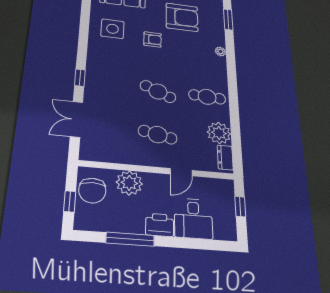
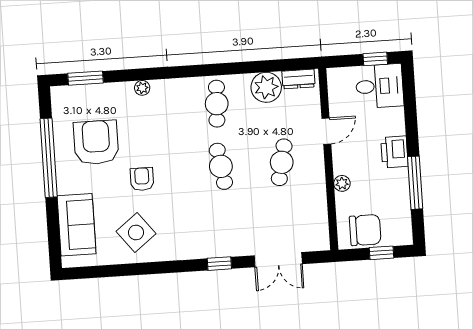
side table: (112, 29) -> (136, 232), turned -38
cafe table: (158, 91) -> (221, 166), turned -33
door: (181, 172) -> (326, 131), hinge flipped
plant: (129, 183) -> (342, 183), width x0.53, depth x0.53
window: (240, 207) -> (375, 59), moved
desk: (193, 219) -> (380, 86), moved

